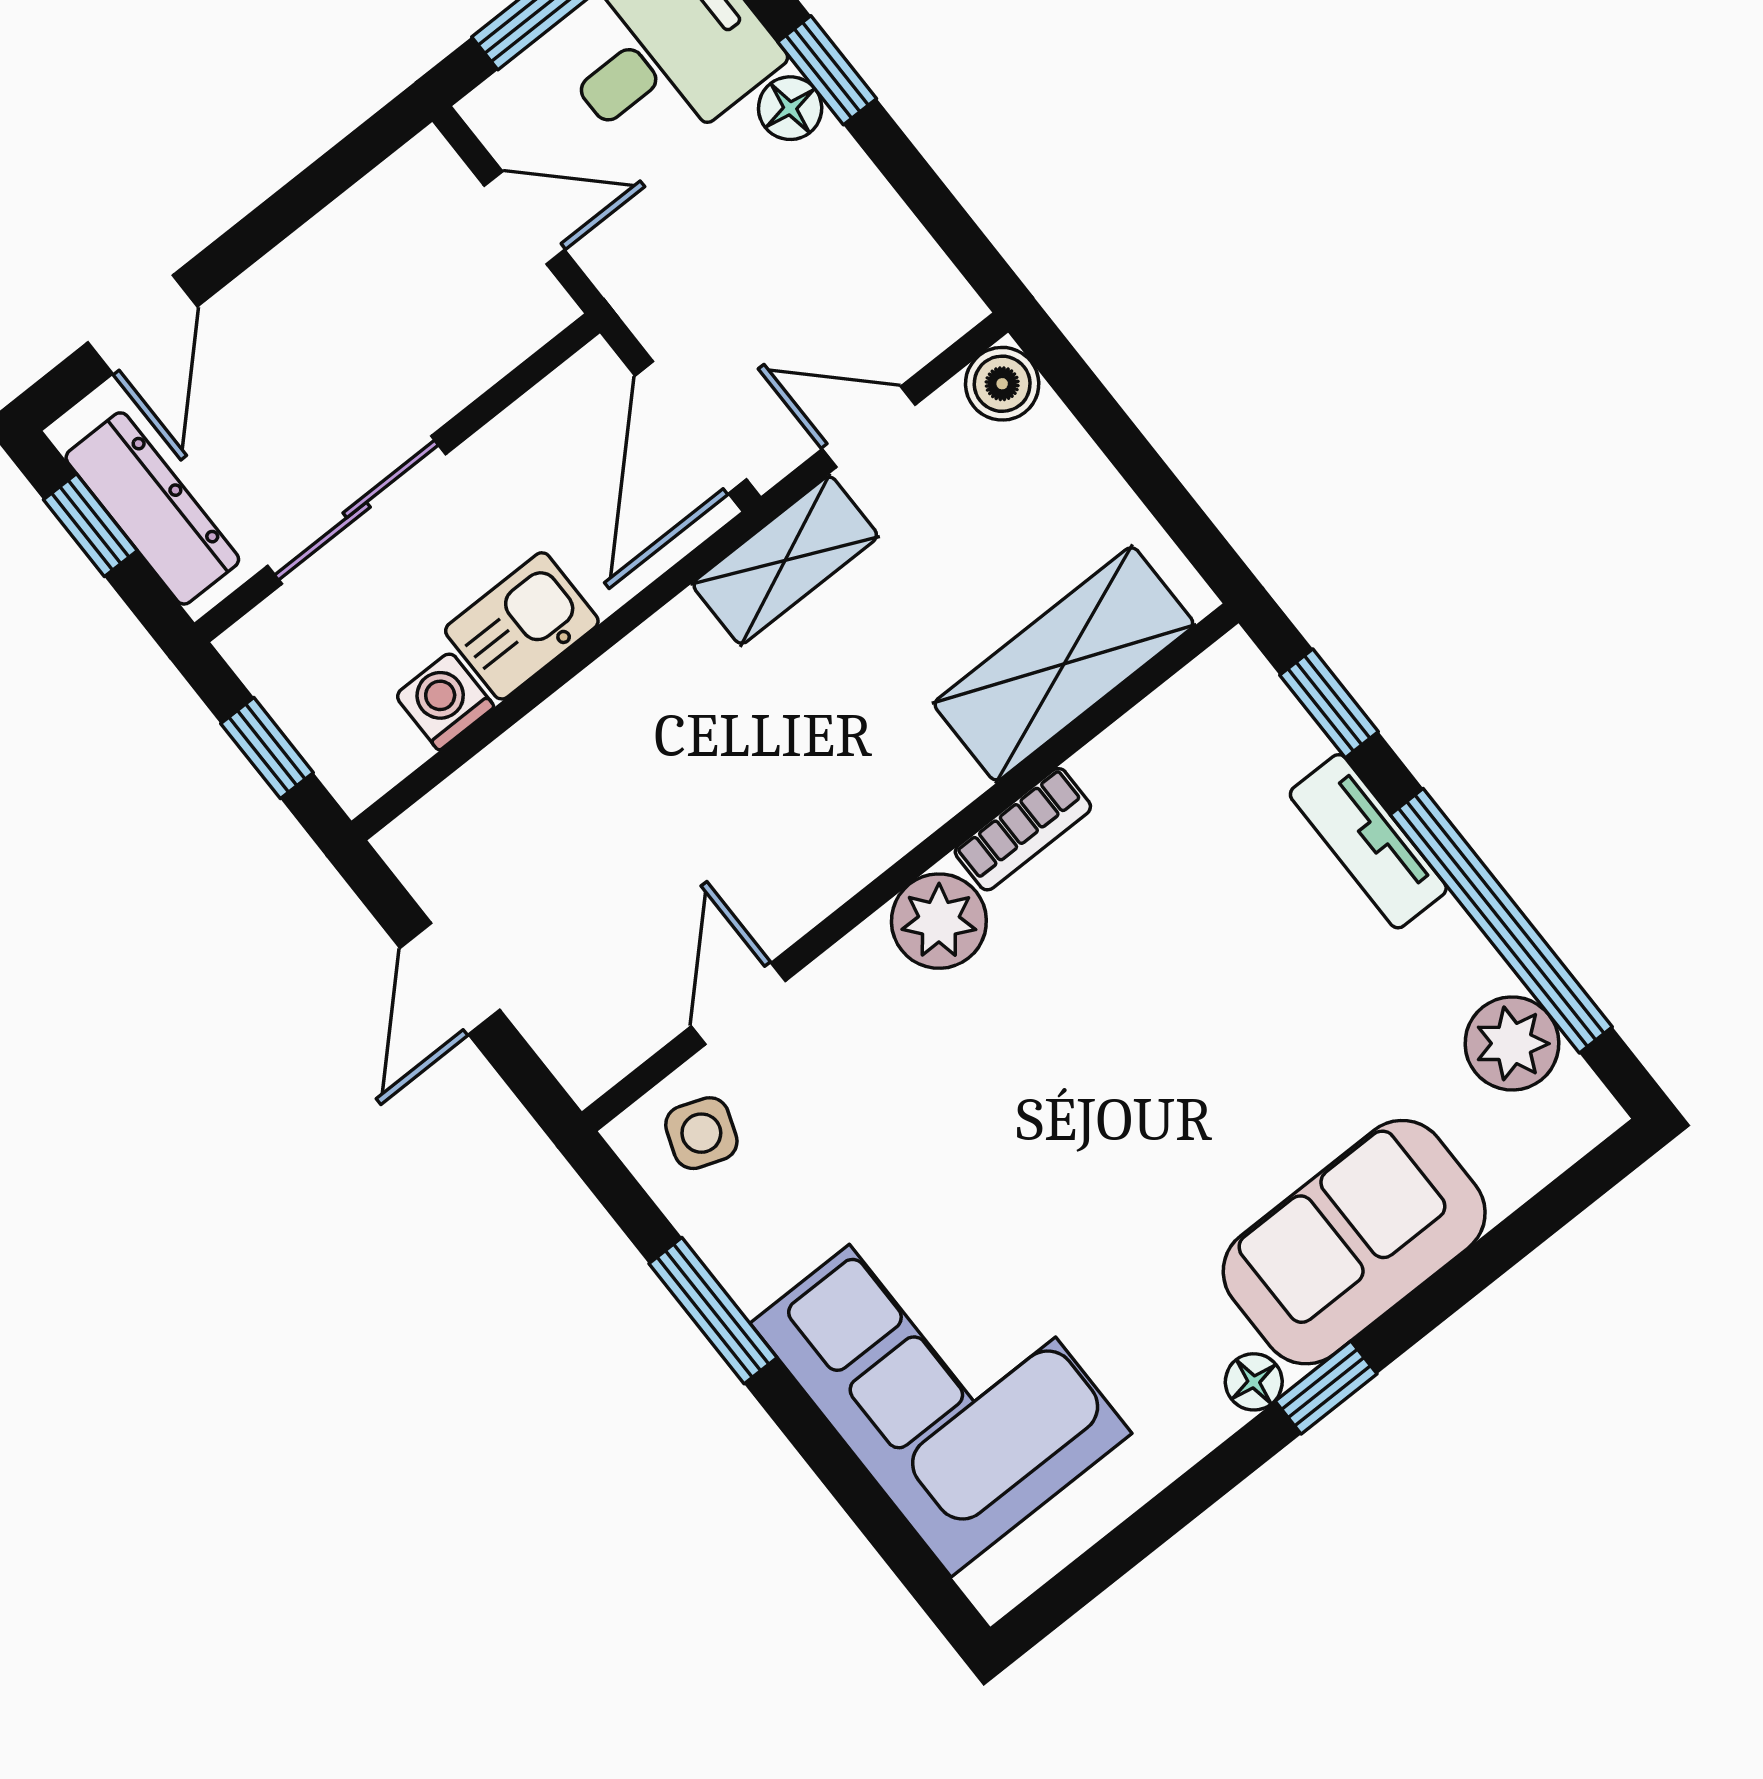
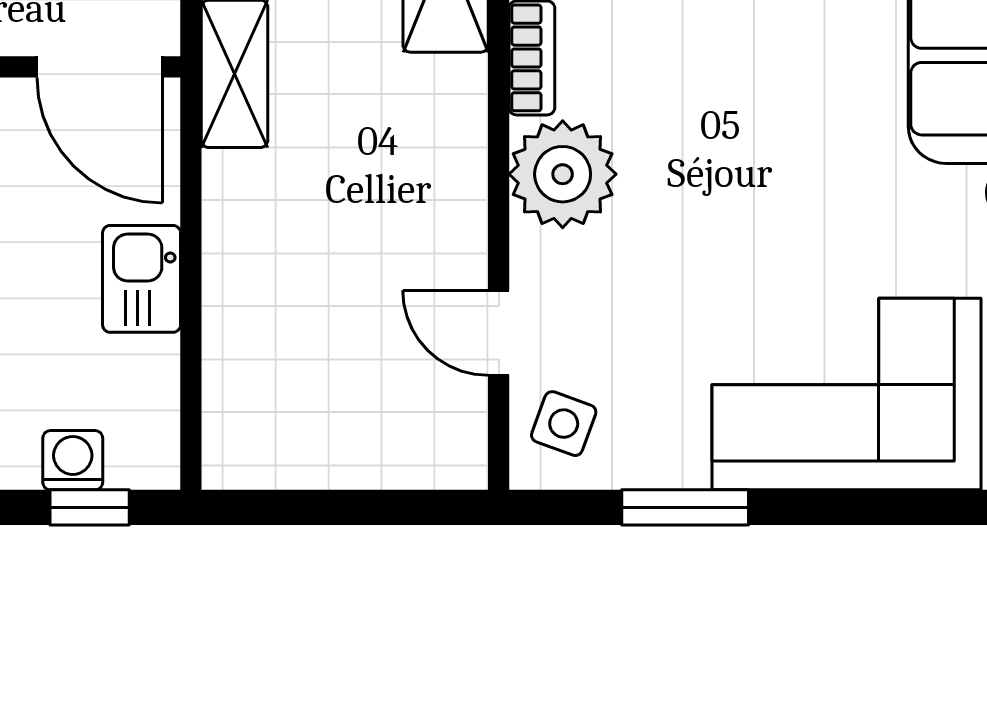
washing machine: (445, 701) -> (73, 460), moved, turned 90
plant: (939, 921) -> (563, 174), width x1.36, depth x1.36
door: (450, 979) -> (334, 507), removed

